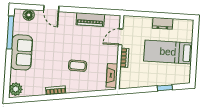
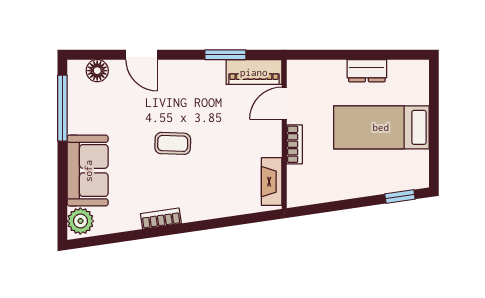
window: (93, 11) -> (225, 55), added
piano: (90, 19) -> (254, 72), moved
sofa: (22, 52) -> (88, 171), moved
coffee table: (78, 66) -> (173, 143), moved
window: (165, 88) -> (400, 197), moved

